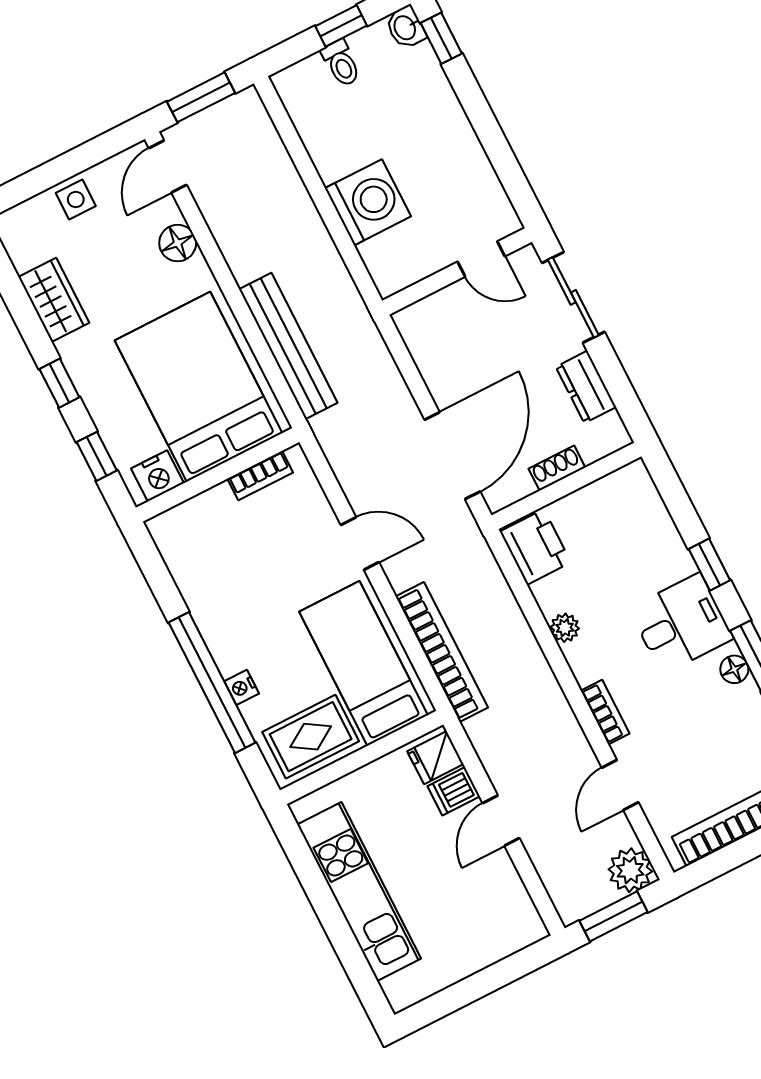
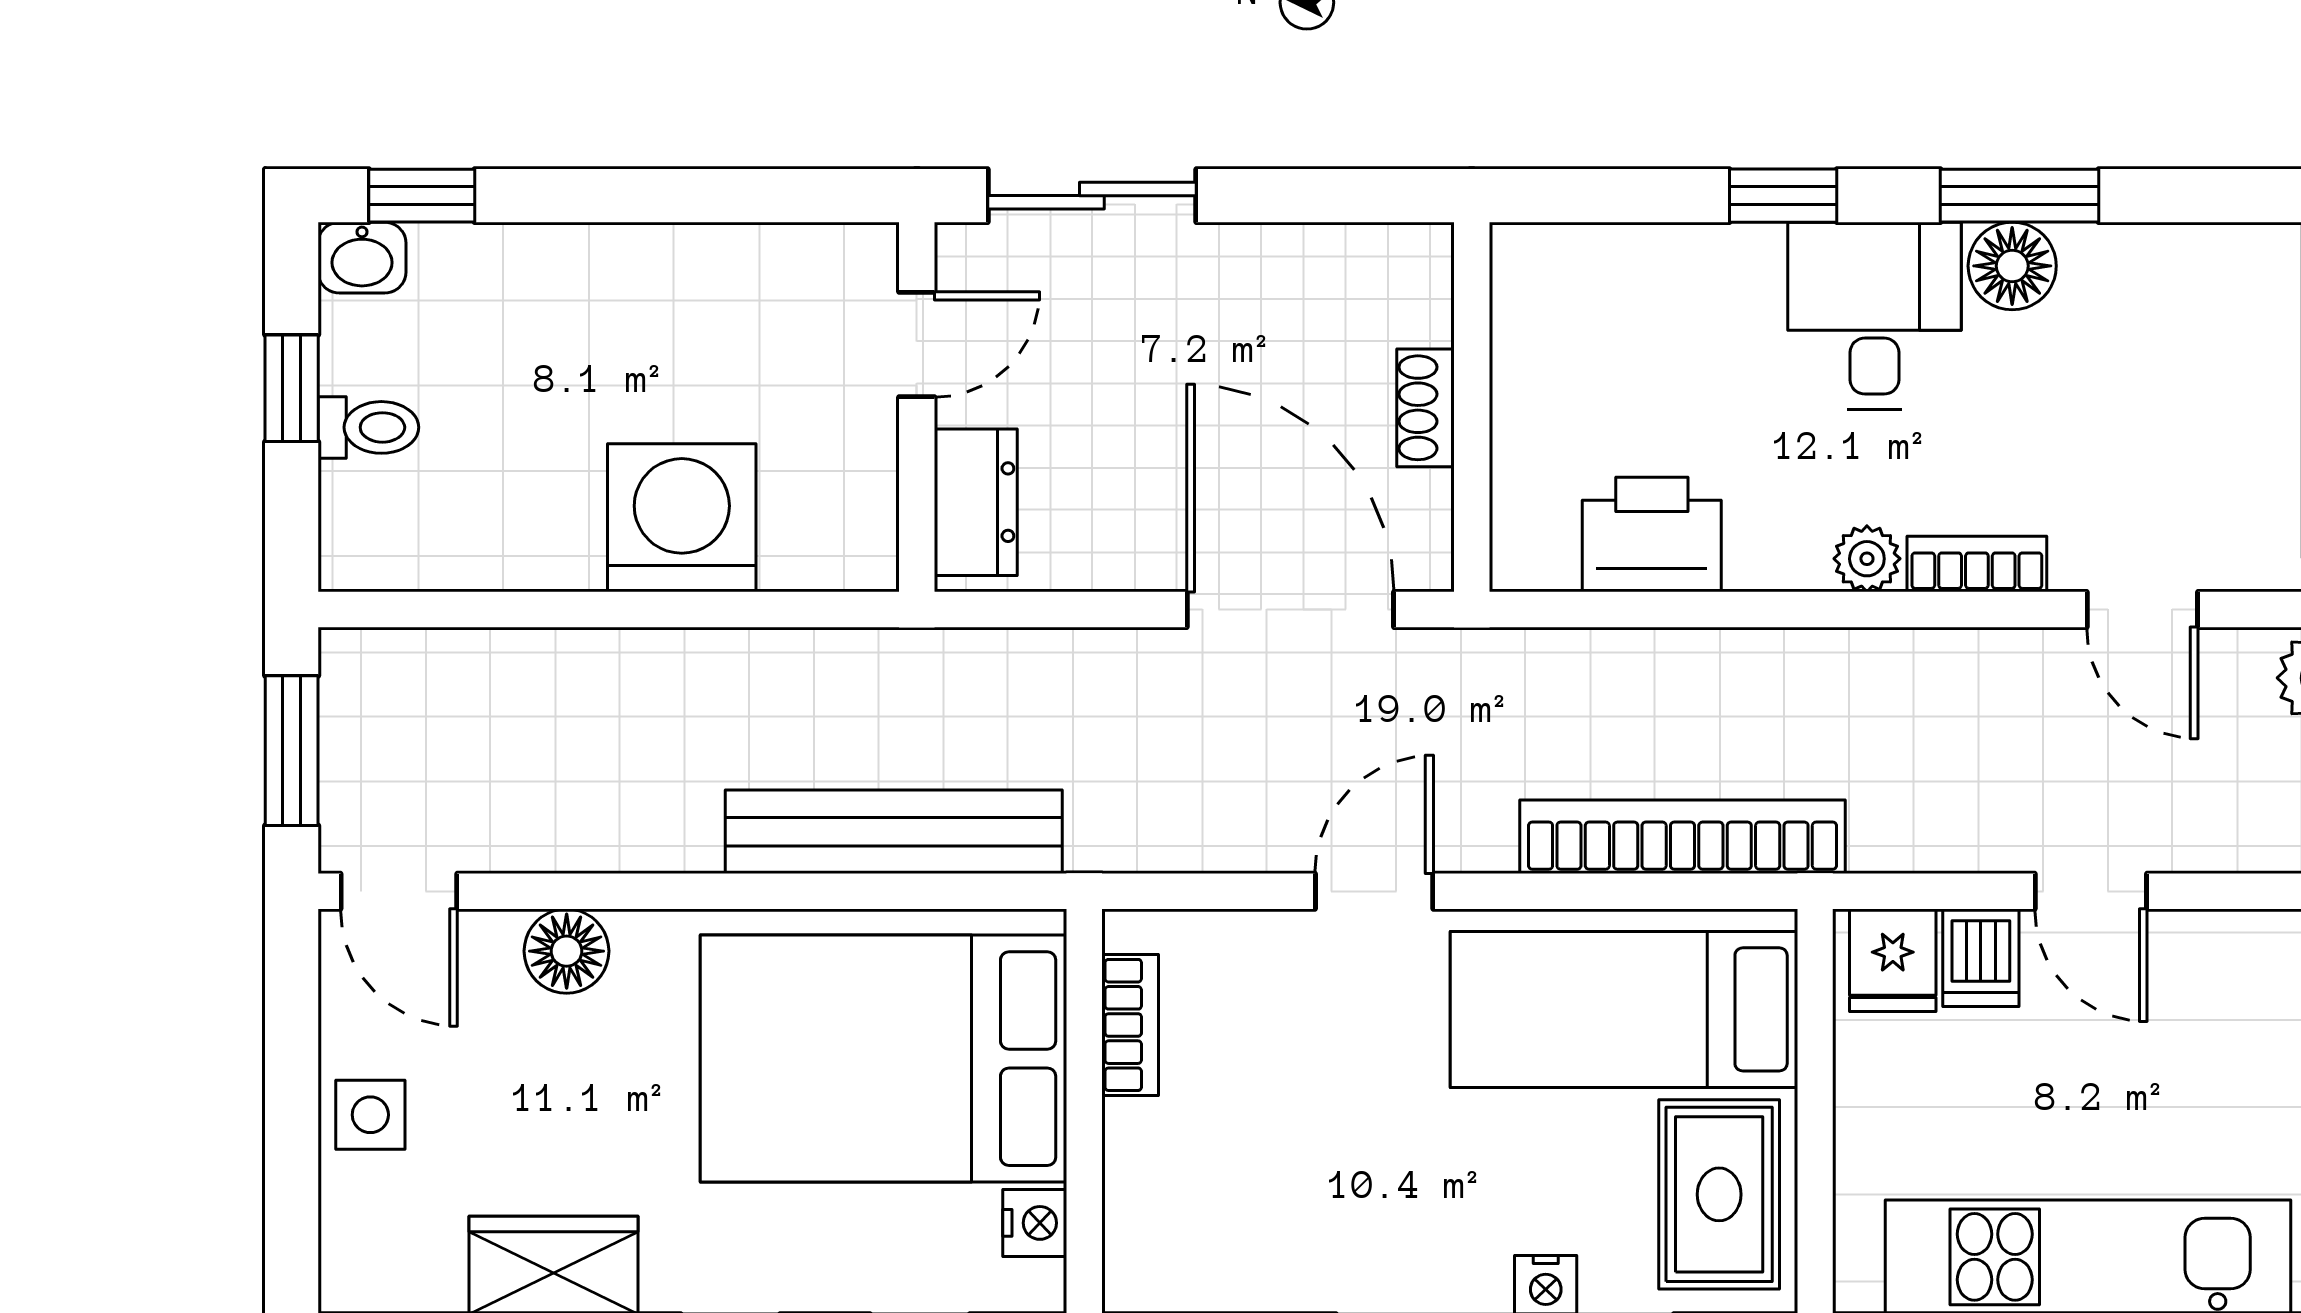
dresser: (586, 387) -> (976, 502), moved, turned -90
nightstand: (158, 476) -> (1035, 1223), width x0.72, depth x0.74
printer: (535, 547) -> (1652, 535), moved
plant: (565, 628) -> (1867, 559), moved
floor lamp: (734, 669) -> (2012, 266), width x1.37, depth x1.37

